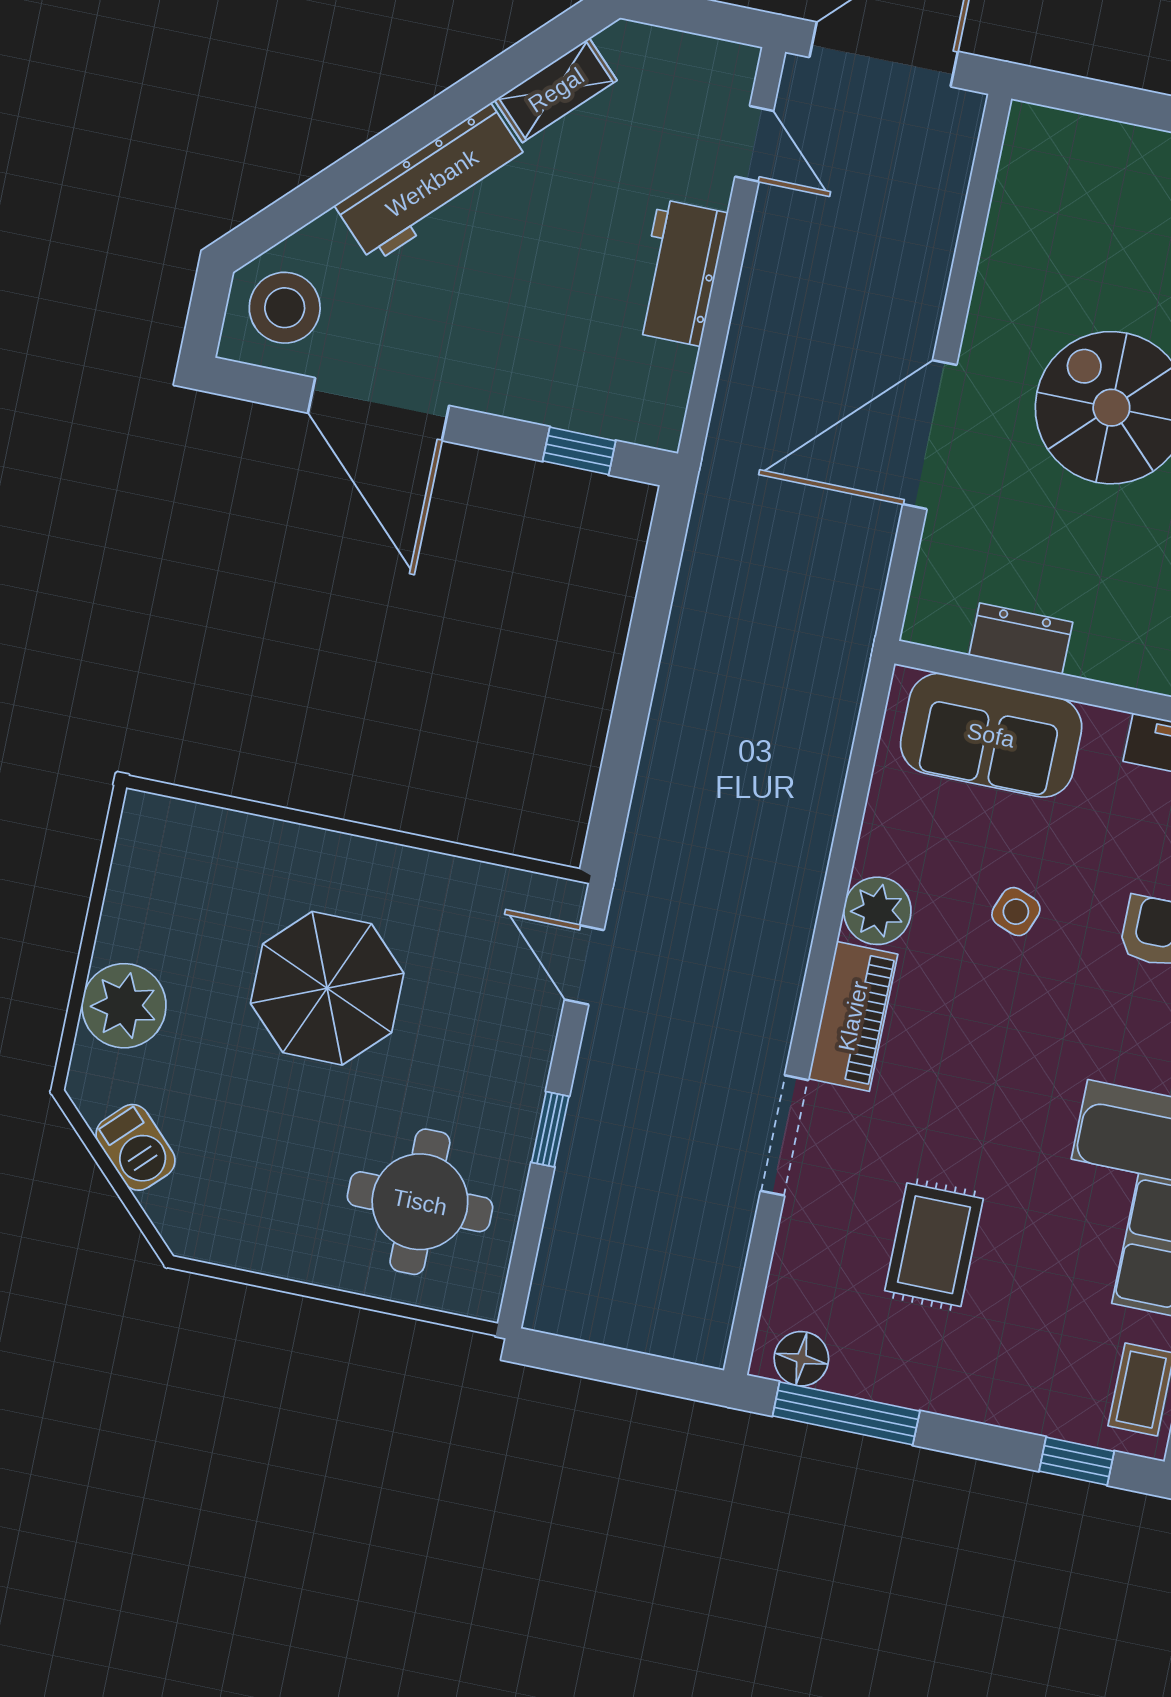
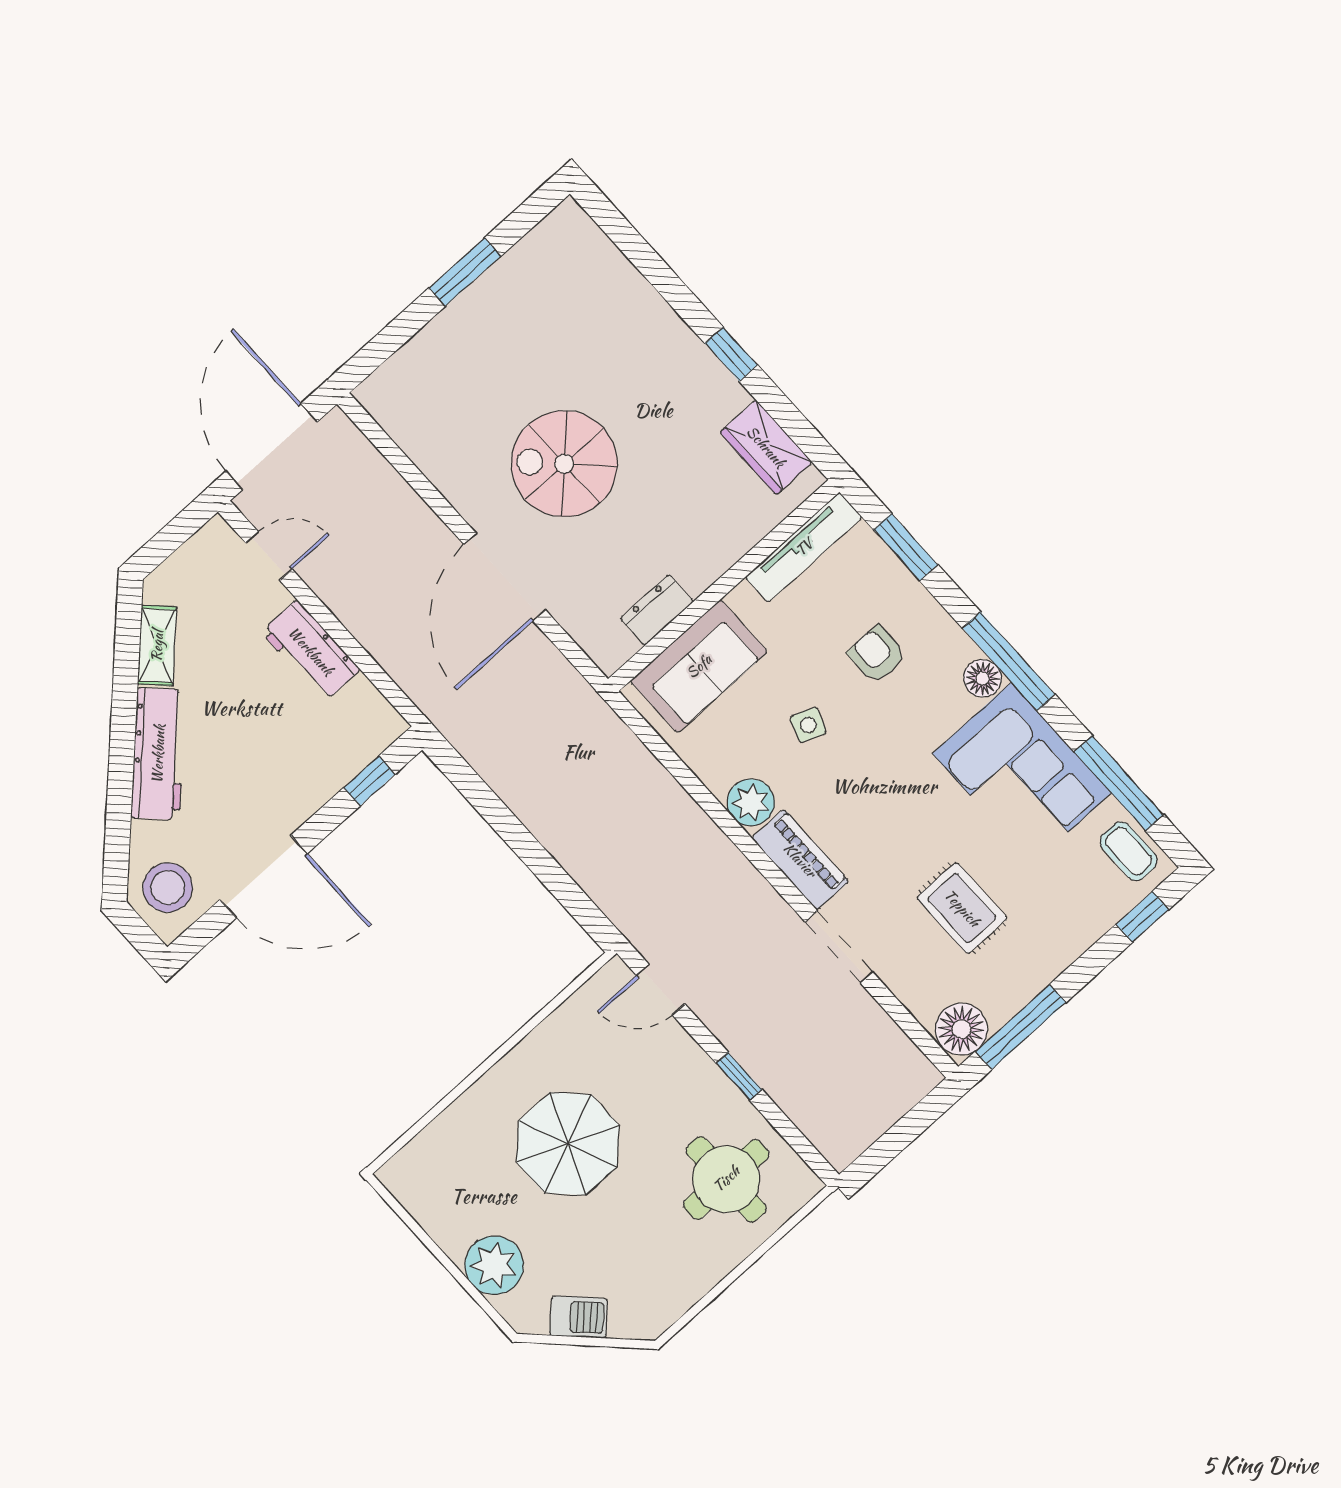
floor lamp: (801, 1359) -> (961, 1029), width x1.38, depth x1.38

